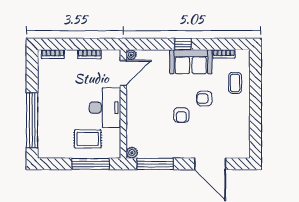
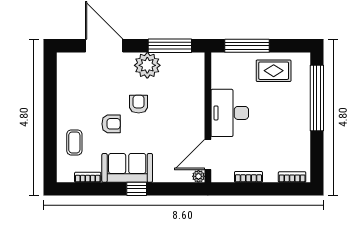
rug: (88, 139) -> (274, 71), moved
plant: (132, 153) -> (147, 65), moved, width x1.87, depth x1.87

